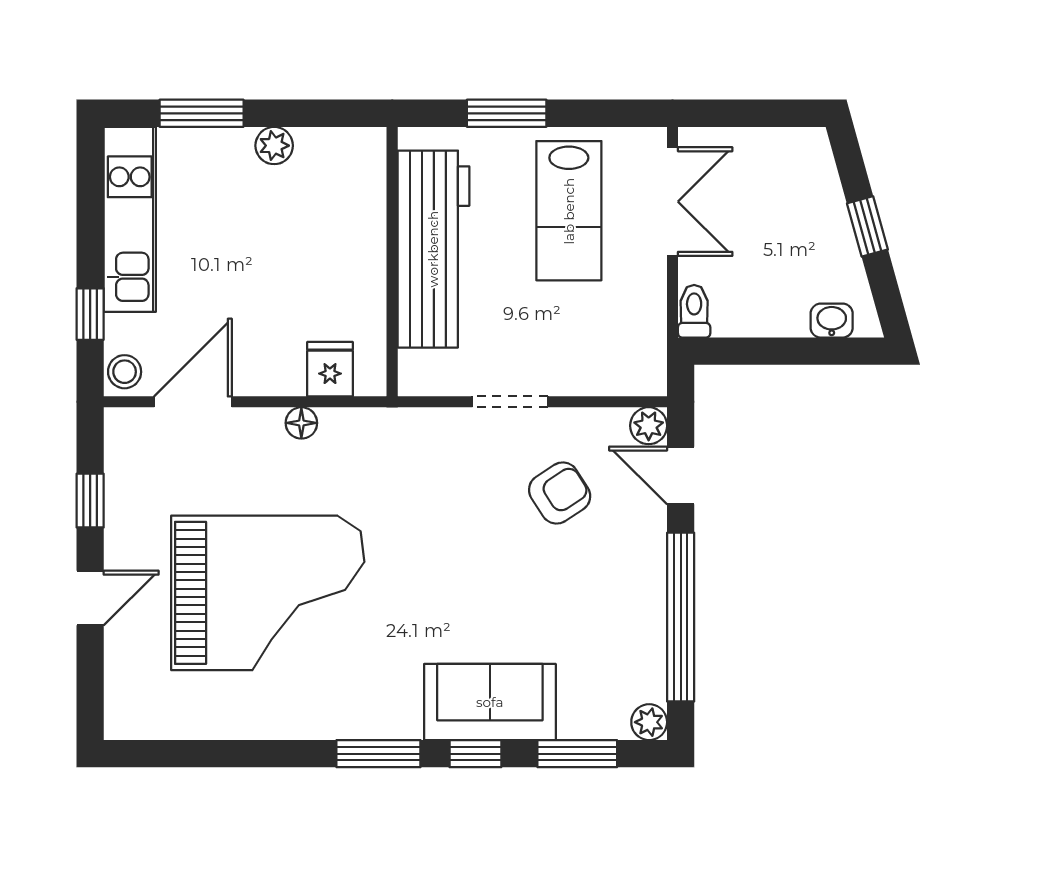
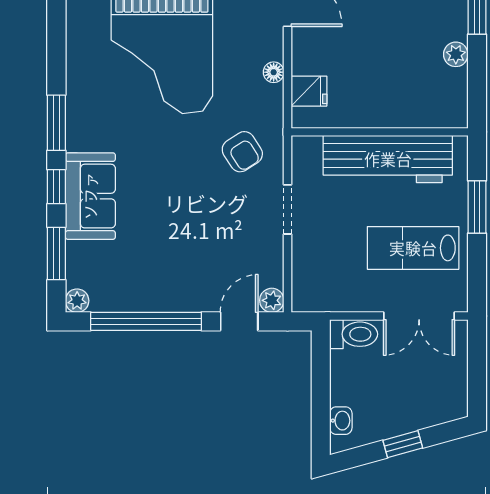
toilet: (694, 311) -> (354, 334), width x1.37, depth x1.39
armchair: (560, 493) -> (242, 152), moved

